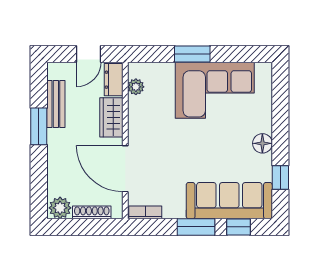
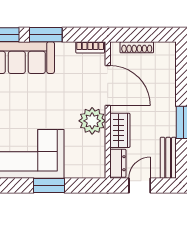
plant: (136, 87) -> (92, 121), moved, width x1.88, depth x1.88
bench: (56, 104) -> (168, 158), moved
plant: (60, 208) -> (165, 51), removed

